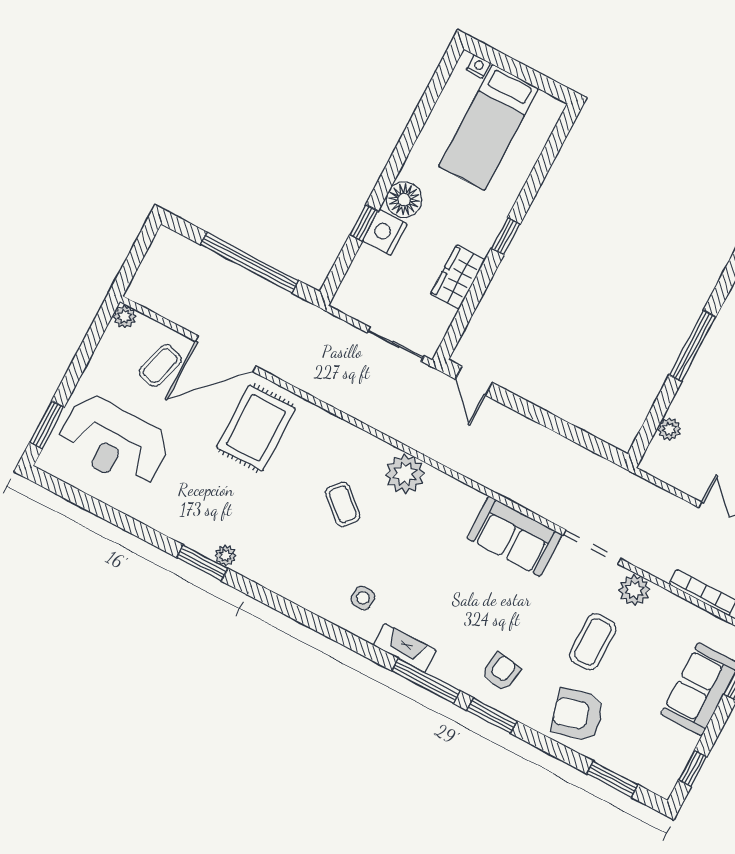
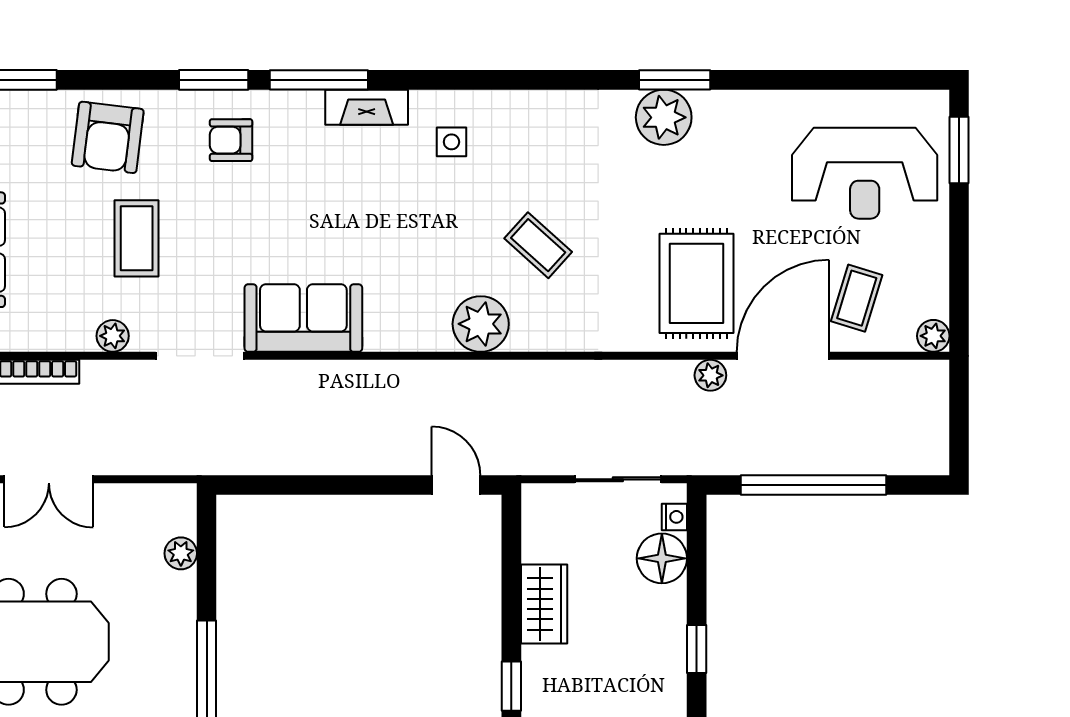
floor lamp: (404, 200) -> (662, 558), moved
window: (364, 223) -> (697, 649), moved
nightstand: (385, 232) -> (674, 517), moved, width x0.53, depth x0.56
sliding door: (396, 344) -> (618, 479), moved
plant: (278, 366) -> (710, 375), added
reception desk: (114, 441) -> (865, 173), turned 180
plant: (225, 556) -> (664, 117), width x1.87, depth x1.87
plant: (634, 590) -> (113, 336), width x0.73, depth x0.73
armchair: (501, 672) -> (231, 140), turned 82
armchair: (577, 715) -> (108, 137), turned 112

